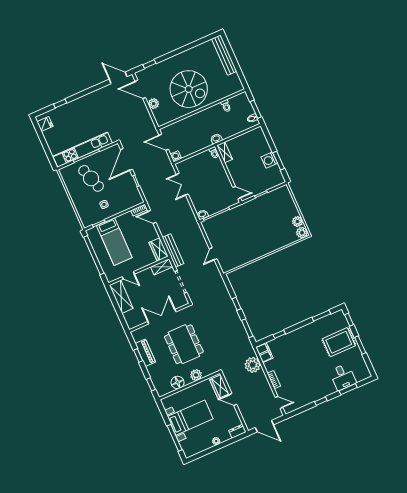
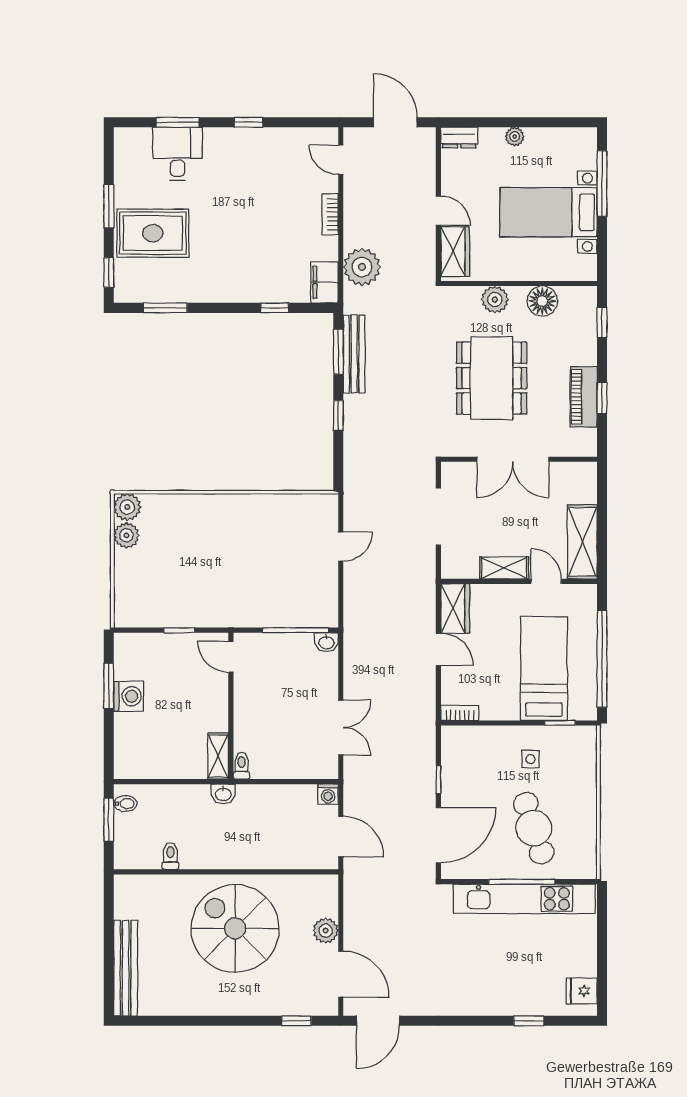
door: (118, 78) -> (378, 1021), hinge flipped
door: (152, 217) -> (438, 649), moved
bench: (173, 251) -> (354, 354), moved
shelving: (162, 267) -> (504, 568), moved

